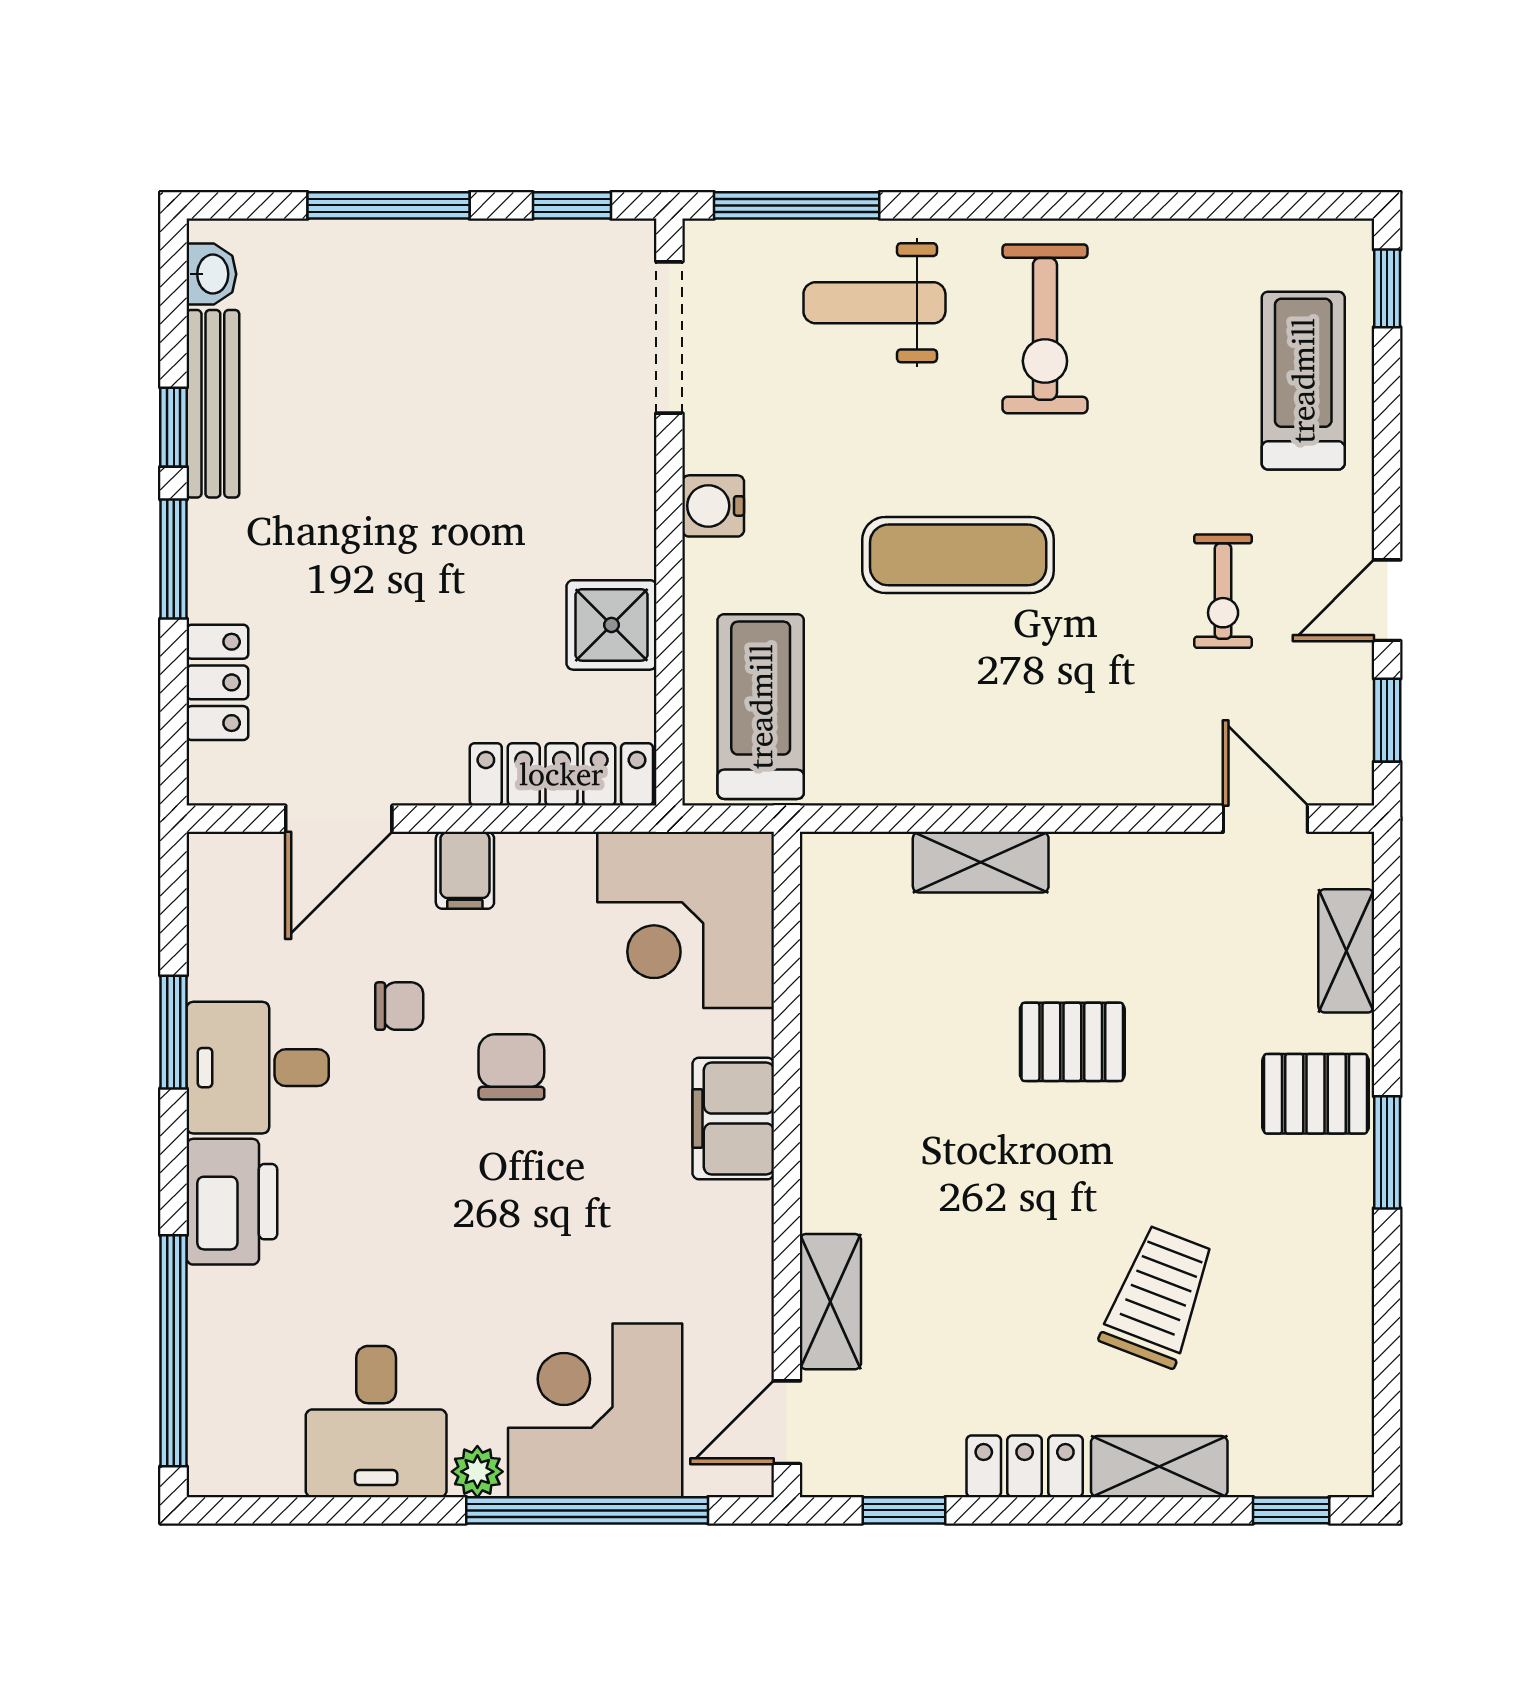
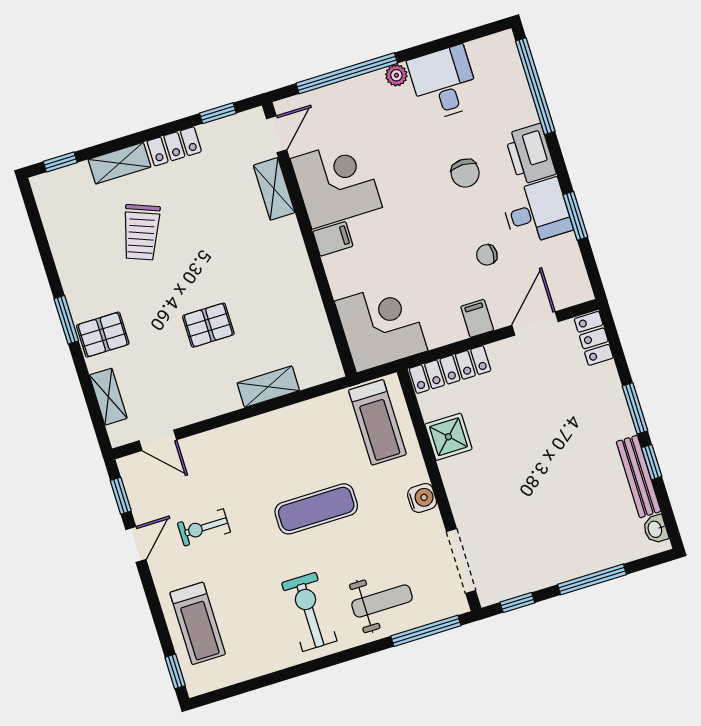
exercise bike: (1223, 591) -> (204, 528), turned -90
locker: (217, 682) -> (594, 338), moved
chair: (511, 1067) -> (465, 173), moved
filing cabinet: (733, 1118) -> (333, 239), width x0.50
corner desk: (595, 1410) -> (336, 183), moved, turned -90

